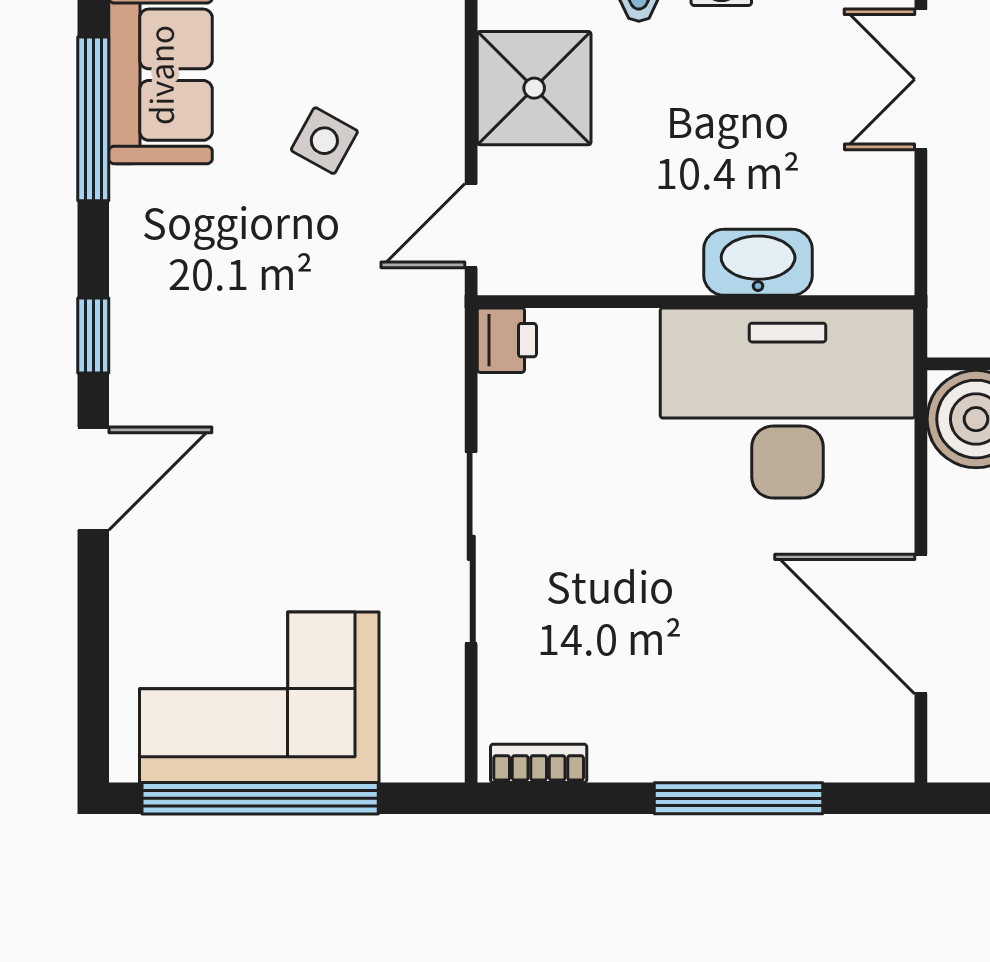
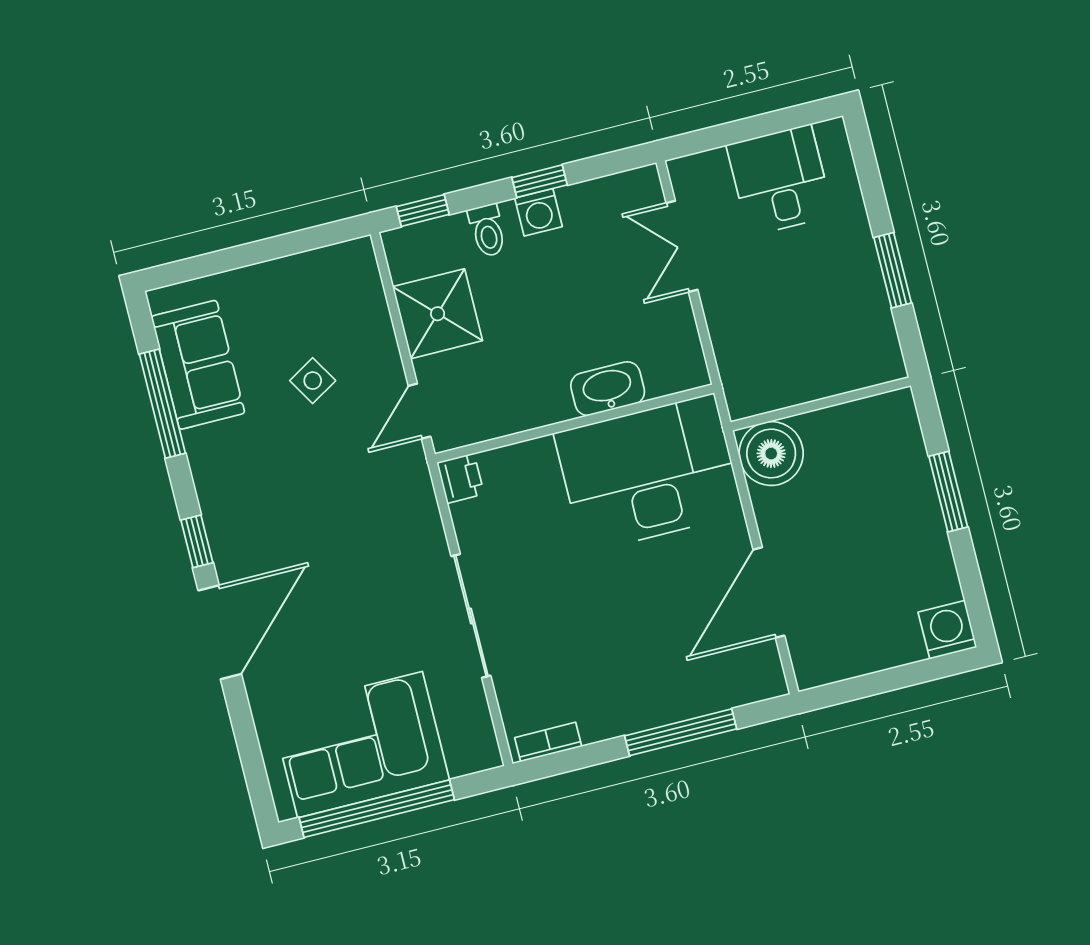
side table: (324, 141) -> (313, 381), turned 30
door: (93, 479) -> (220, 632), width x1.36
door: (921, 624) -> (769, 593), hinge flipped

